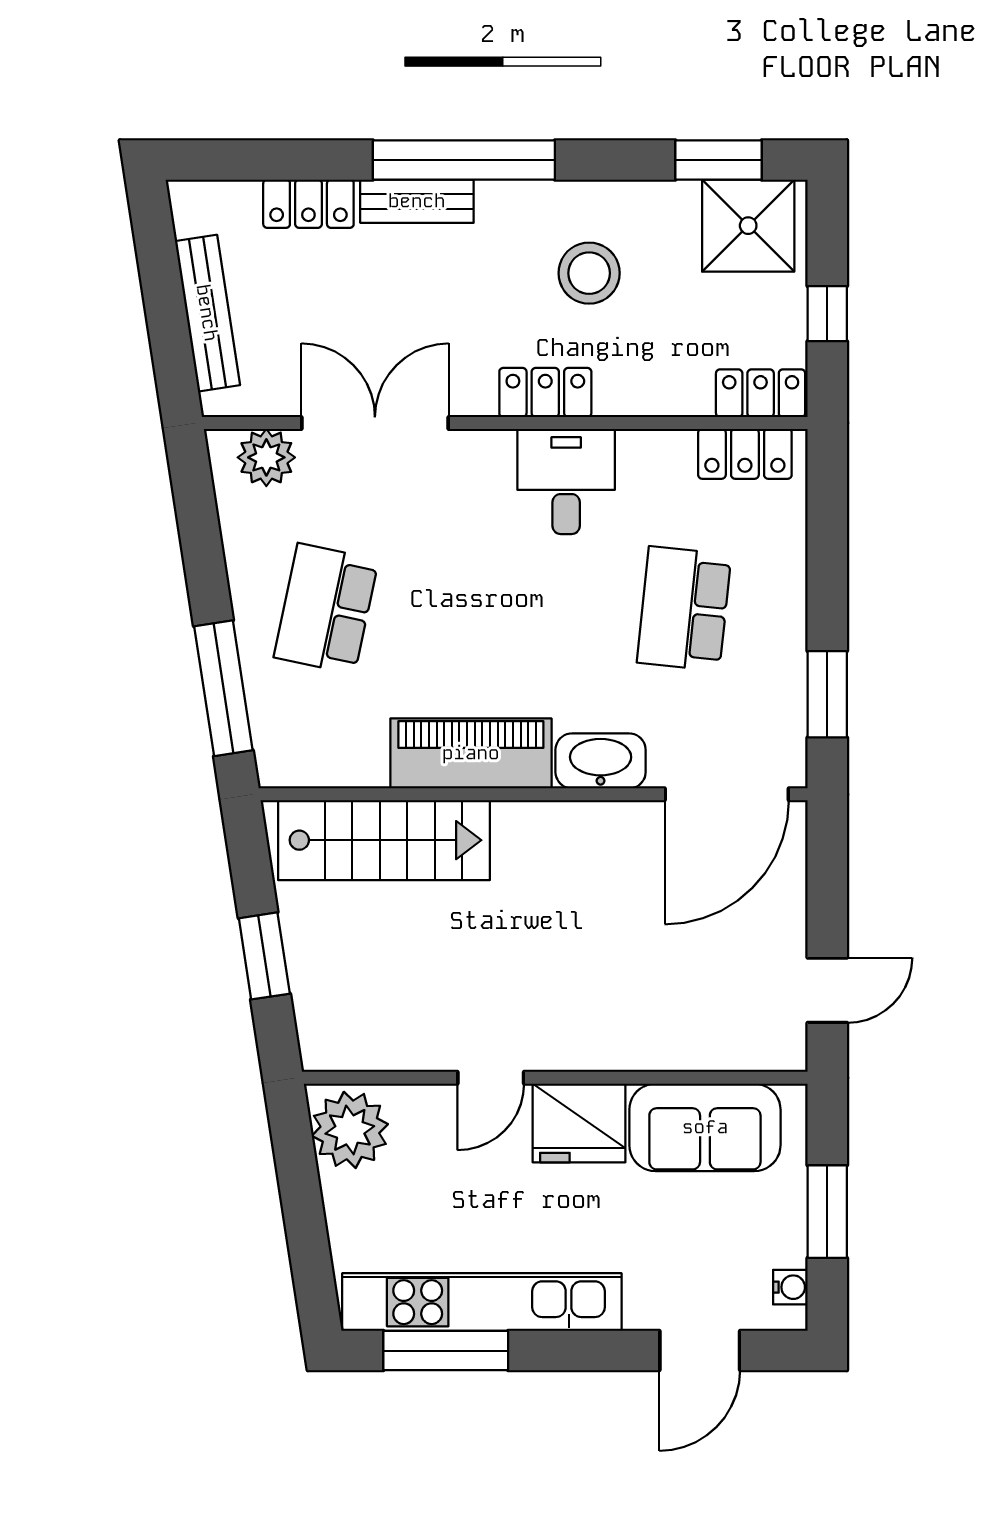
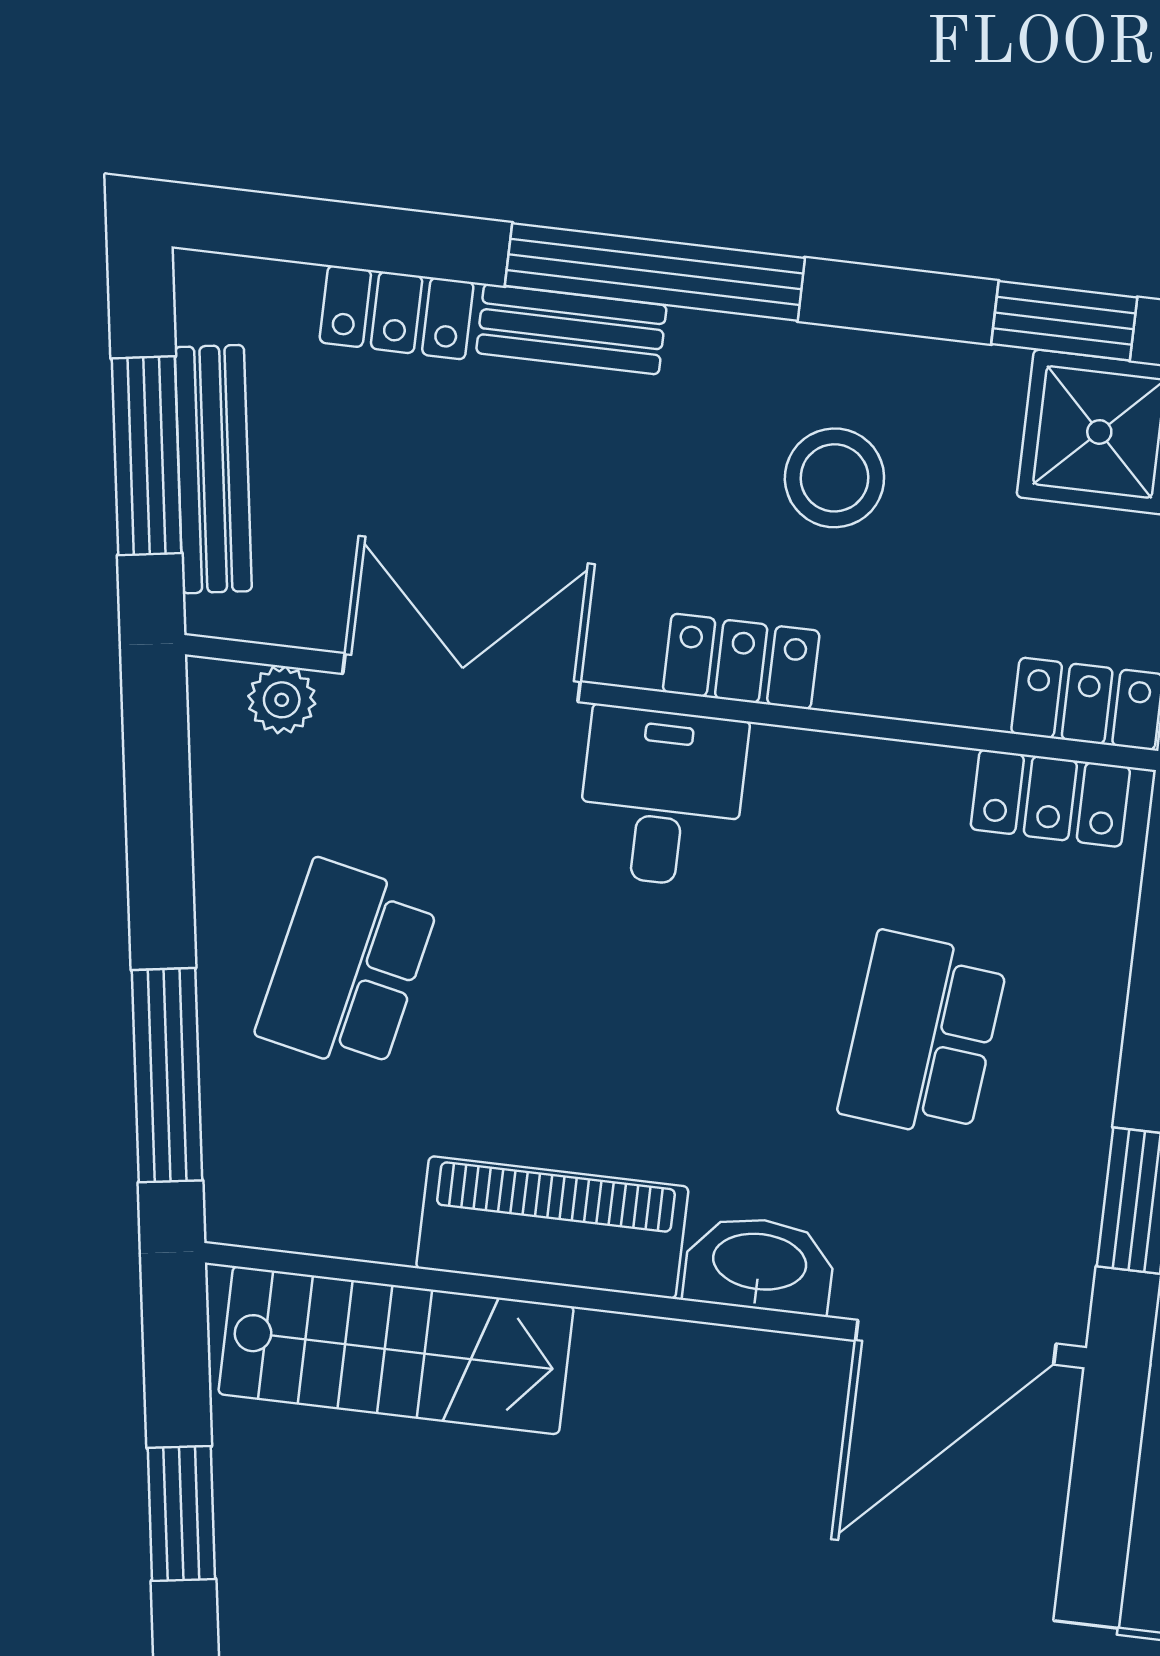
window: (166, 310) -> (147, 456), added
plant: (266, 457) -> (282, 700), width x0.73, depth x0.73
desk: (566, 481) -> (662, 797), moved

